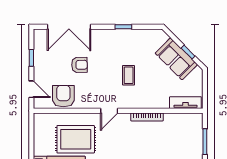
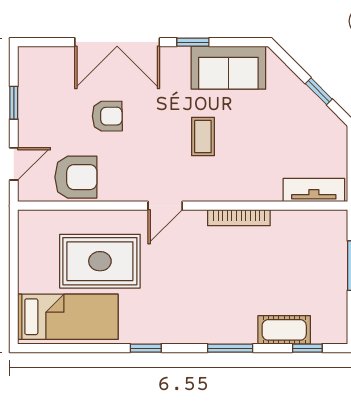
double door: (69, 27) -> (117, 42), moved
sofa: (176, 59) -> (228, 68), moved, turned -45
door: (31, 89) -> (14, 164), hinge flipped
armchair: (63, 96) -> (76, 177), turned 90

